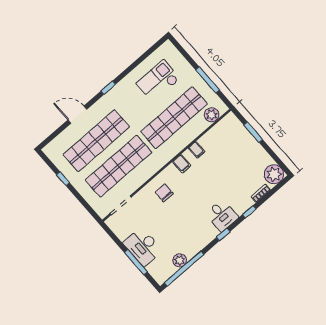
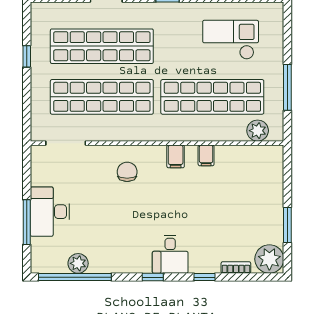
window: (253, 132) -> (287, 225), moved

